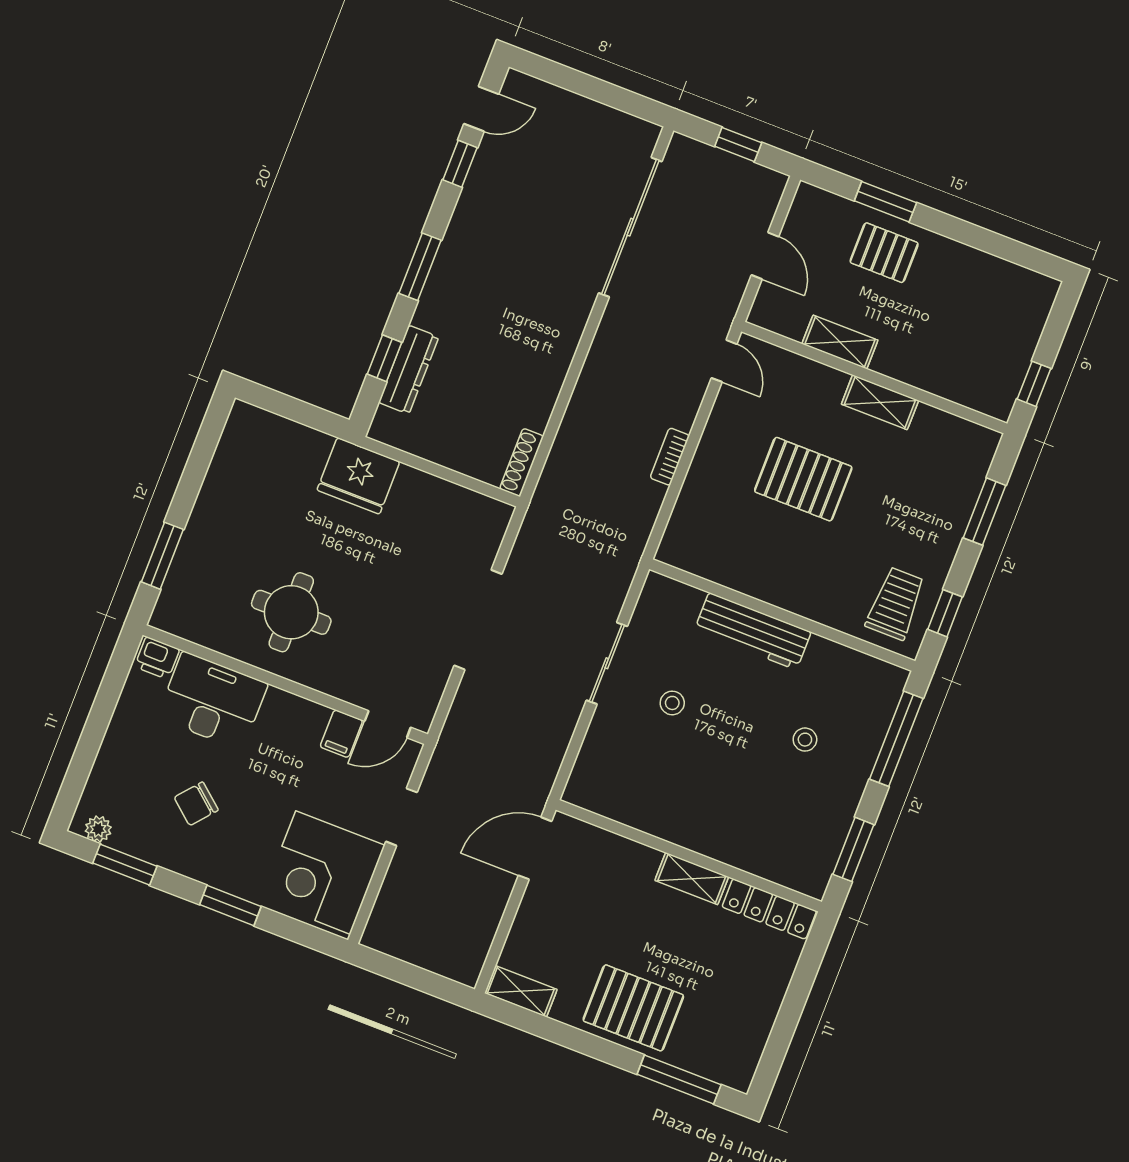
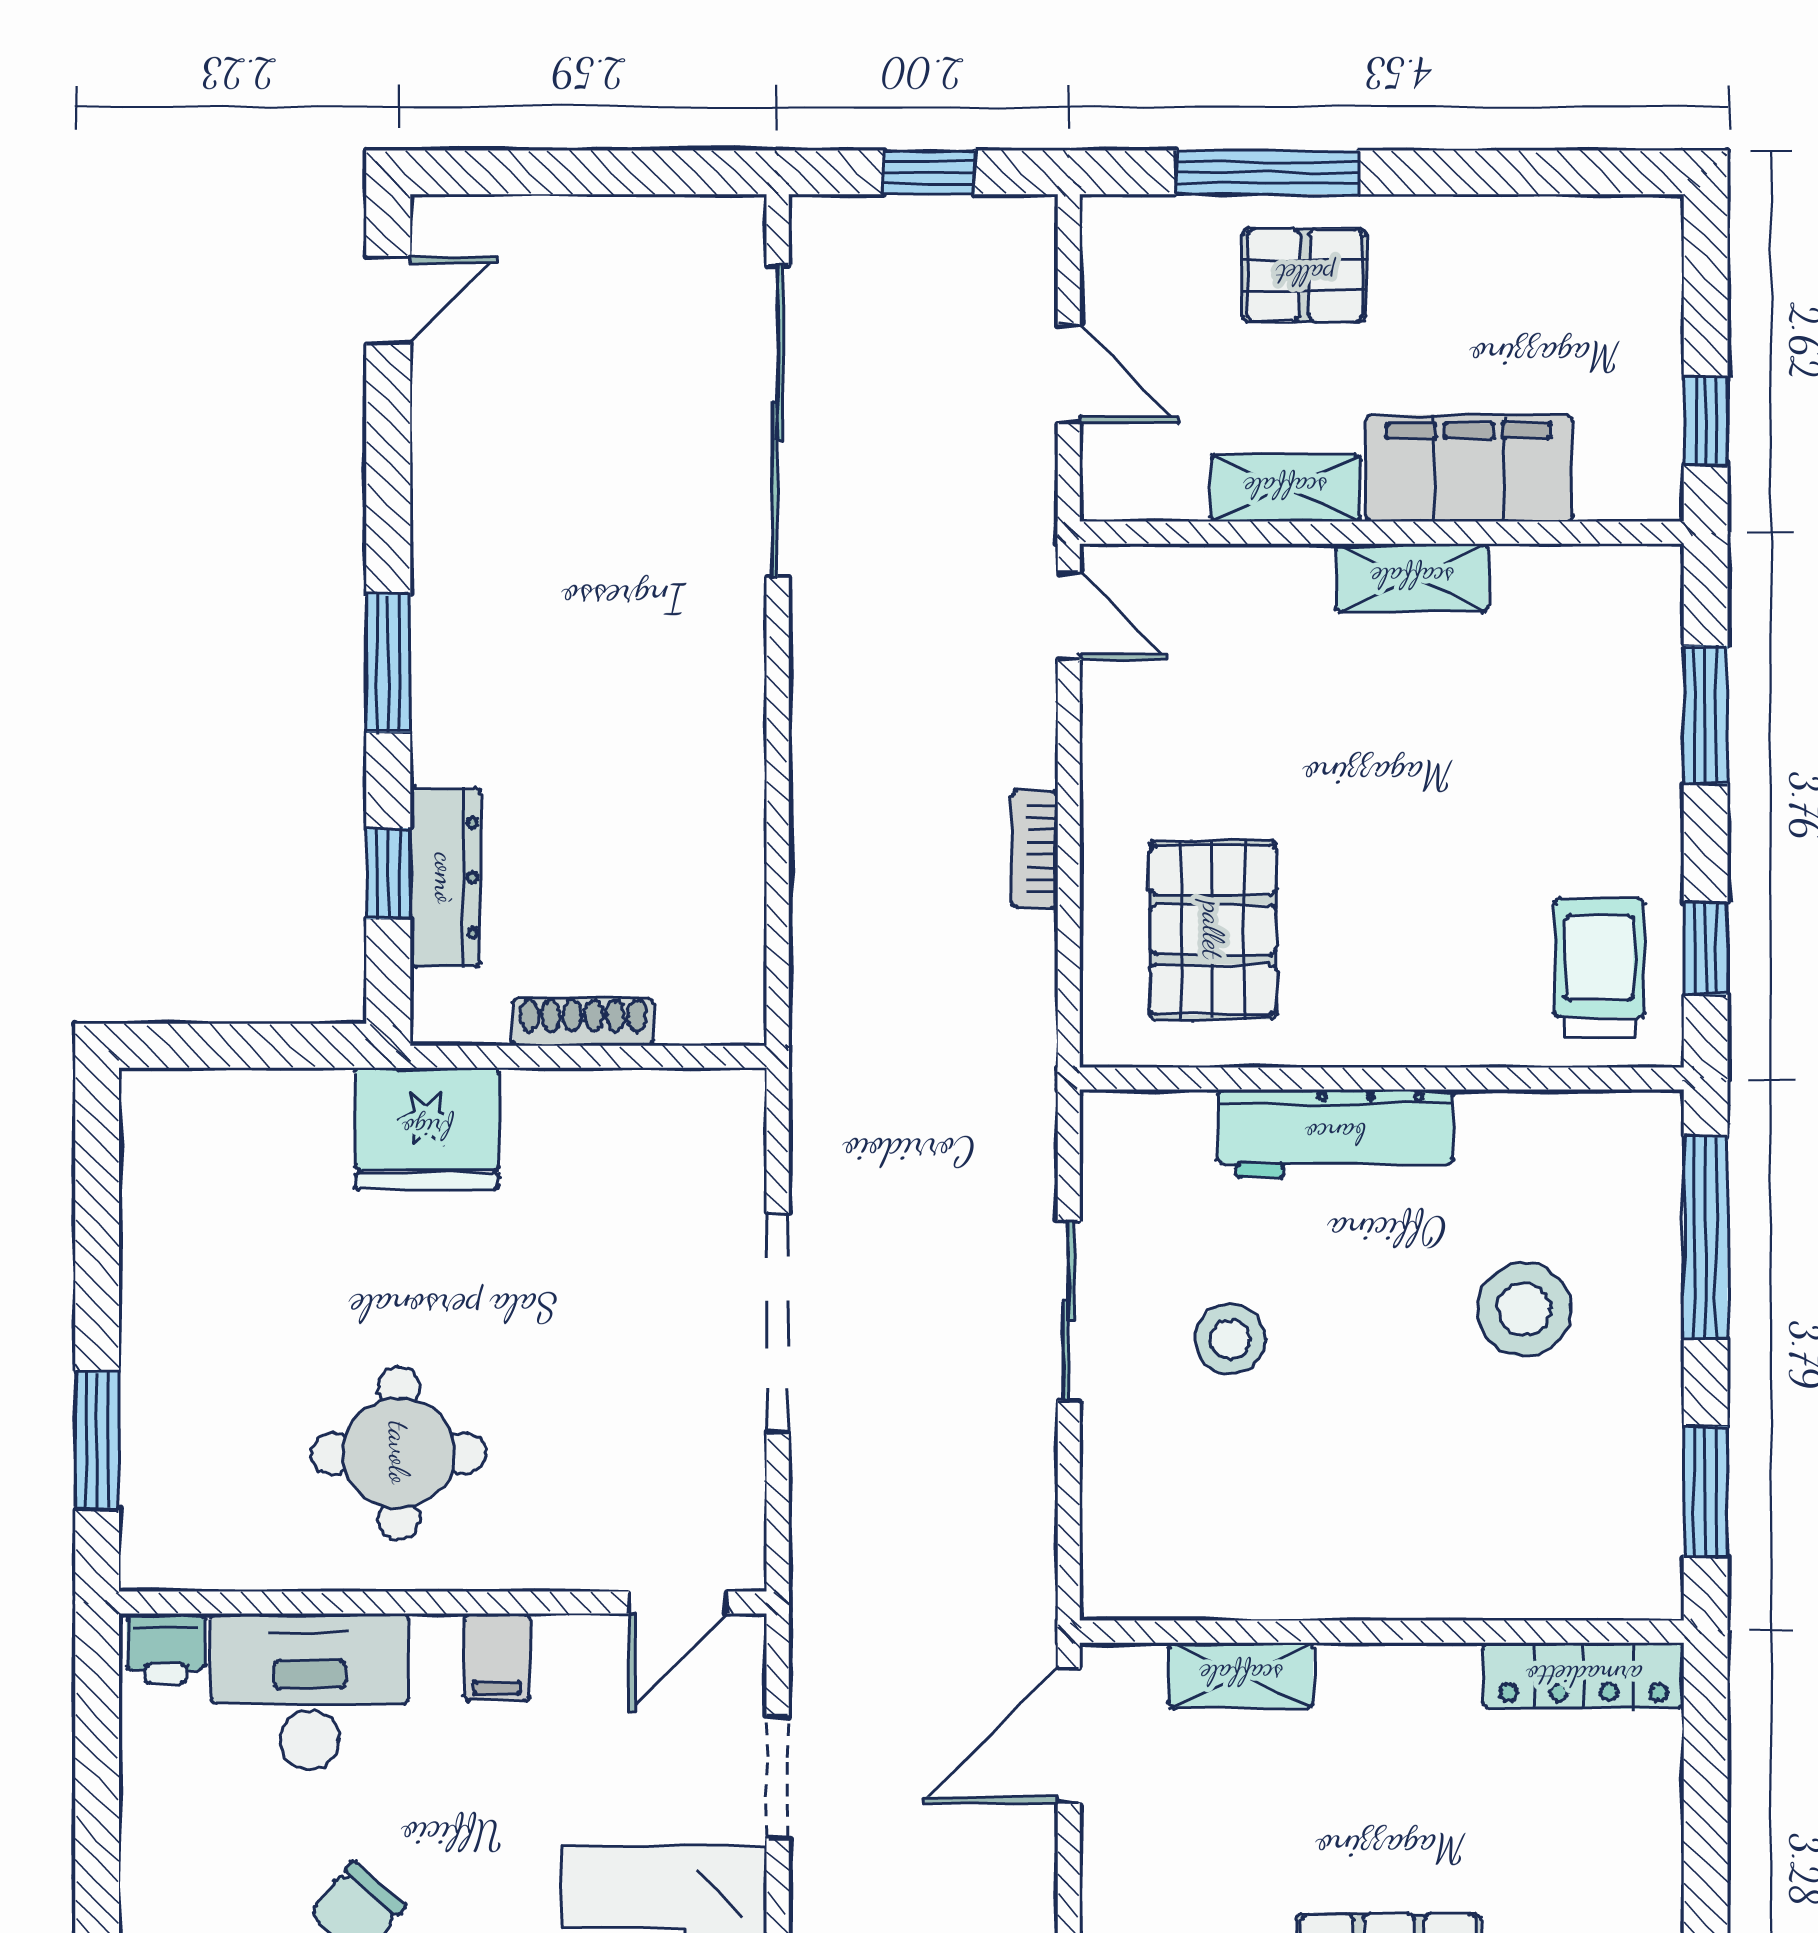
window: (460, 164) -> (388, 426), removed
window: (885, 202) -> (1268, 172), width x1.44
filing cabinet: (923, 364) -> (1469, 468), added
shoe rack: (522, 462) -> (583, 1022), moved, turned 90
pallet: (803, 479) -> (1213, 930), moved, turned 90
stool: (672, 703) -> (1230, 1339), width x1.37, depth x1.37
filing cabinet: (341, 734) -> (497, 1657), moved
stool: (805, 740) -> (1524, 1310), width x1.89, depth x1.89
shelving: (692, 879) -> (1241, 1675), moved

